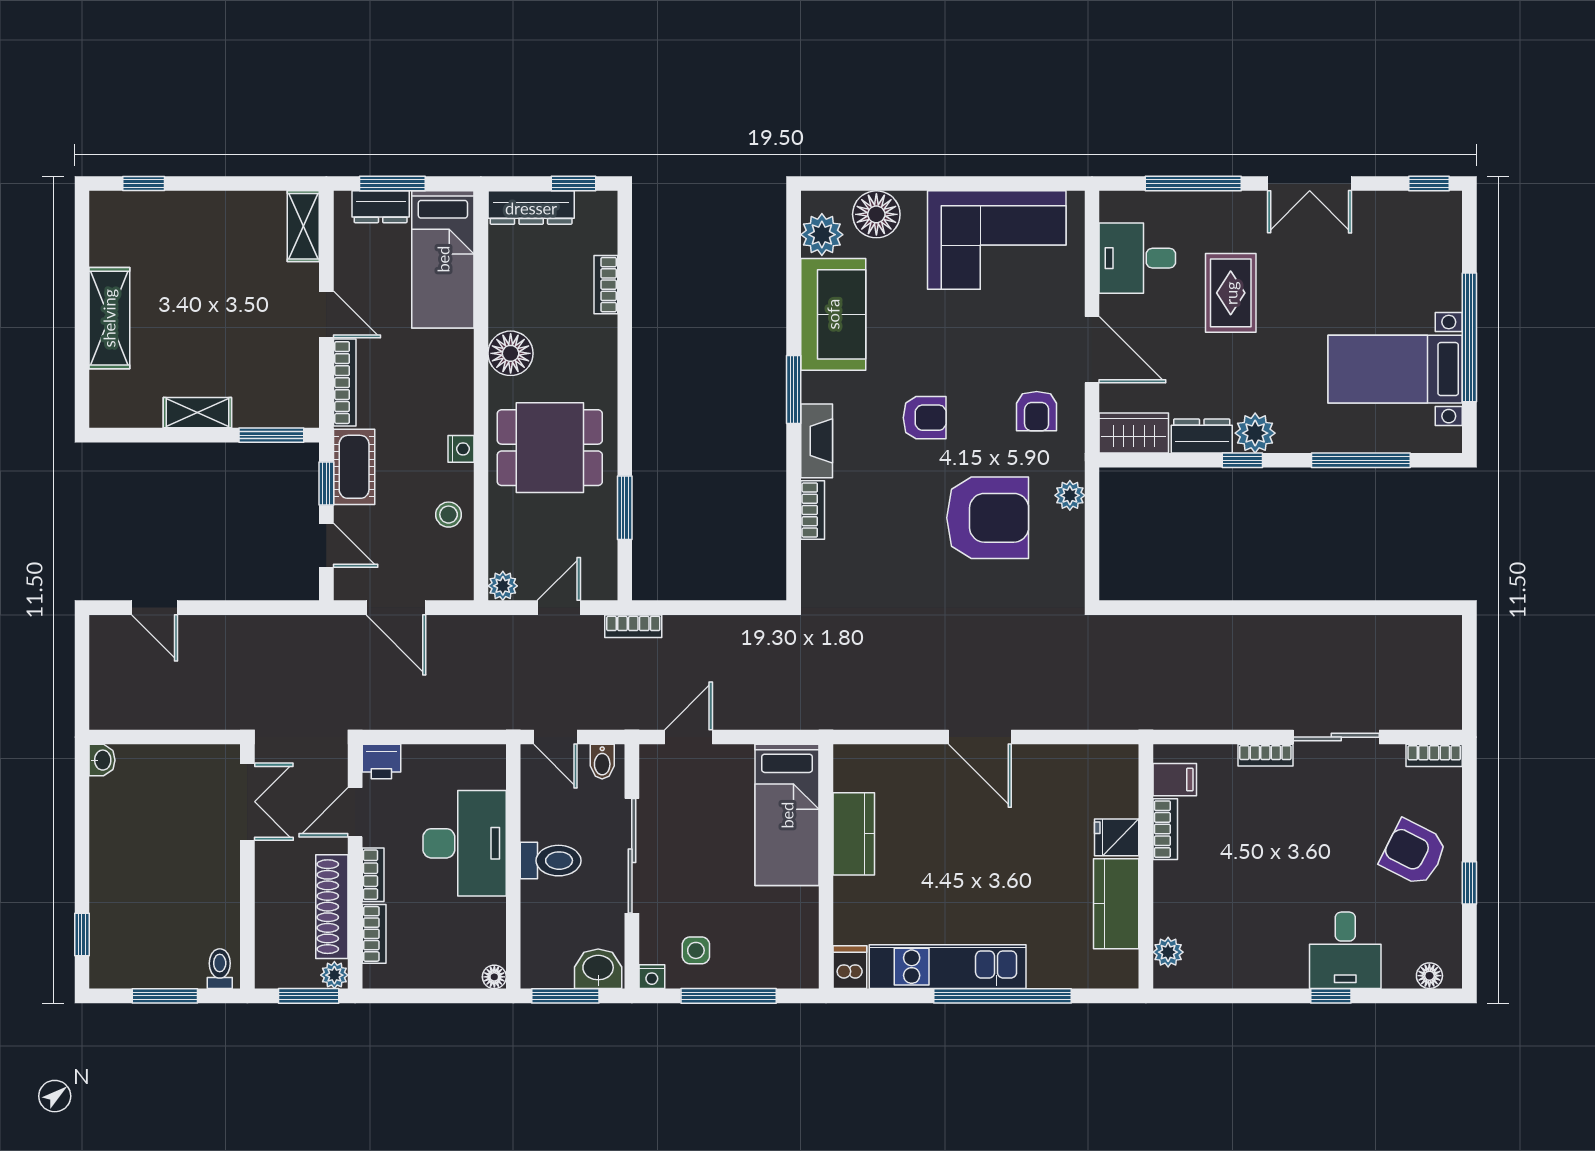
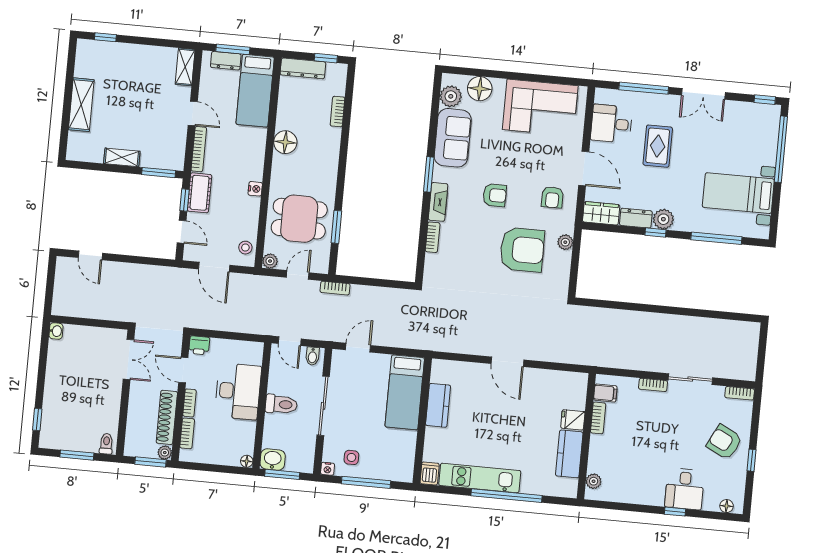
window: (1469, 337) -> (781, 149), moved
dining table: (550, 448) -> (299, 219), moved
stool: (449, 515) -> (245, 248), moved
door: (355, 812) -> (183, 370), hinge flipped
washbasin: (598, 969) -> (273, 460), moved

